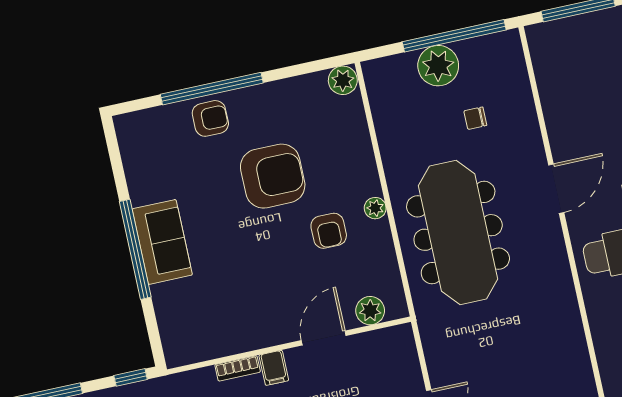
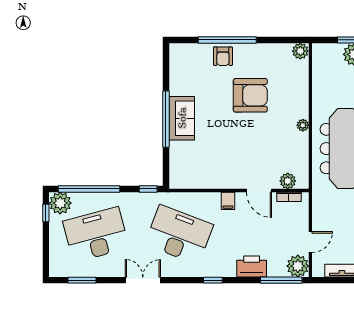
armchair: (210, 118) -> (223, 56), turned 90
armchair: (329, 231) -> (275, 132), removed
door: (324, 338) -> (259, 190), swing flipped
bookcase: (238, 368) -> (289, 197), moved

